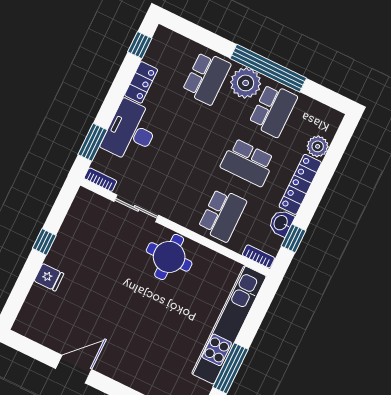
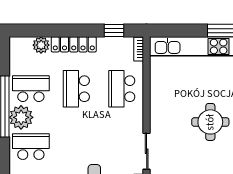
school desk: (248, 163) -> (76, 89), turned 180
school desk: (222, 215) -> (122, 89), turned -90
washbasin: (281, 223) -> (107, 45), removed
round table: (169, 257) -> (210, 122), moved

